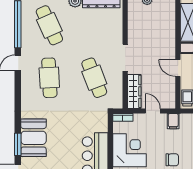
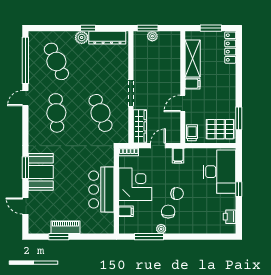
door: (178, 68) -> (183, 103), hinge flipped
door: (153, 111) -> (158, 146), hinge flipped
window: (18, 144) -> (25, 168), moved

